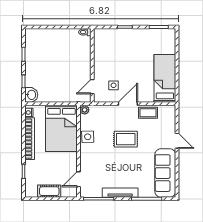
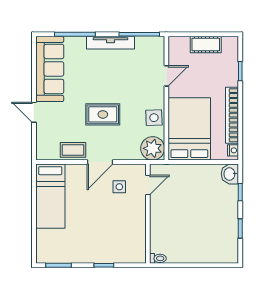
plant: (85, 110) -> (153, 148), width x1.88, depth x1.88
door: (79, 179) -> (166, 76), moved

